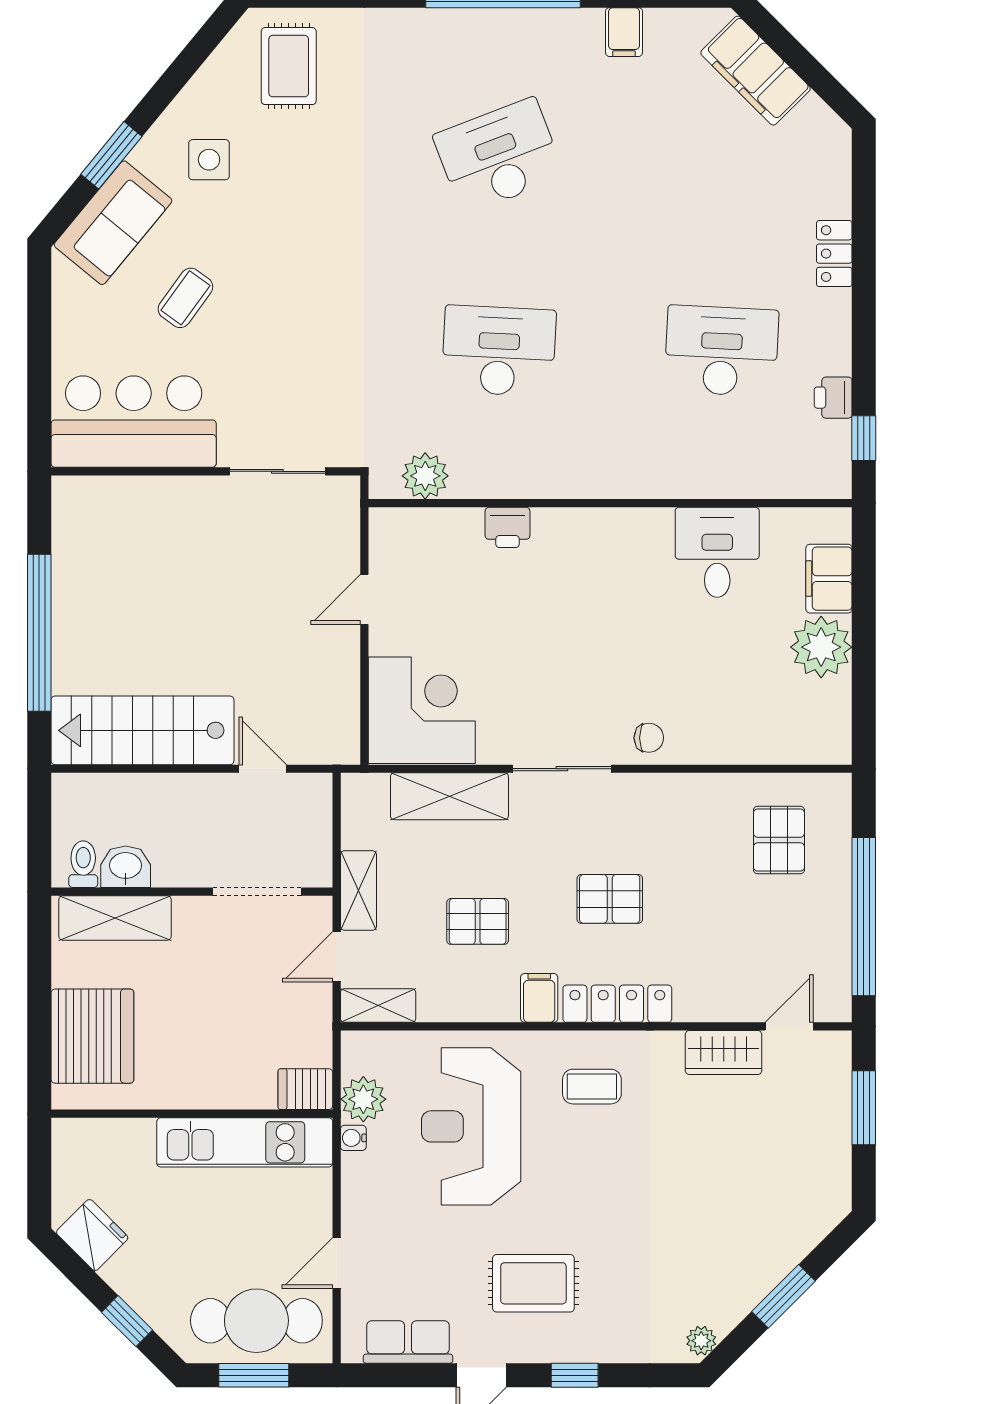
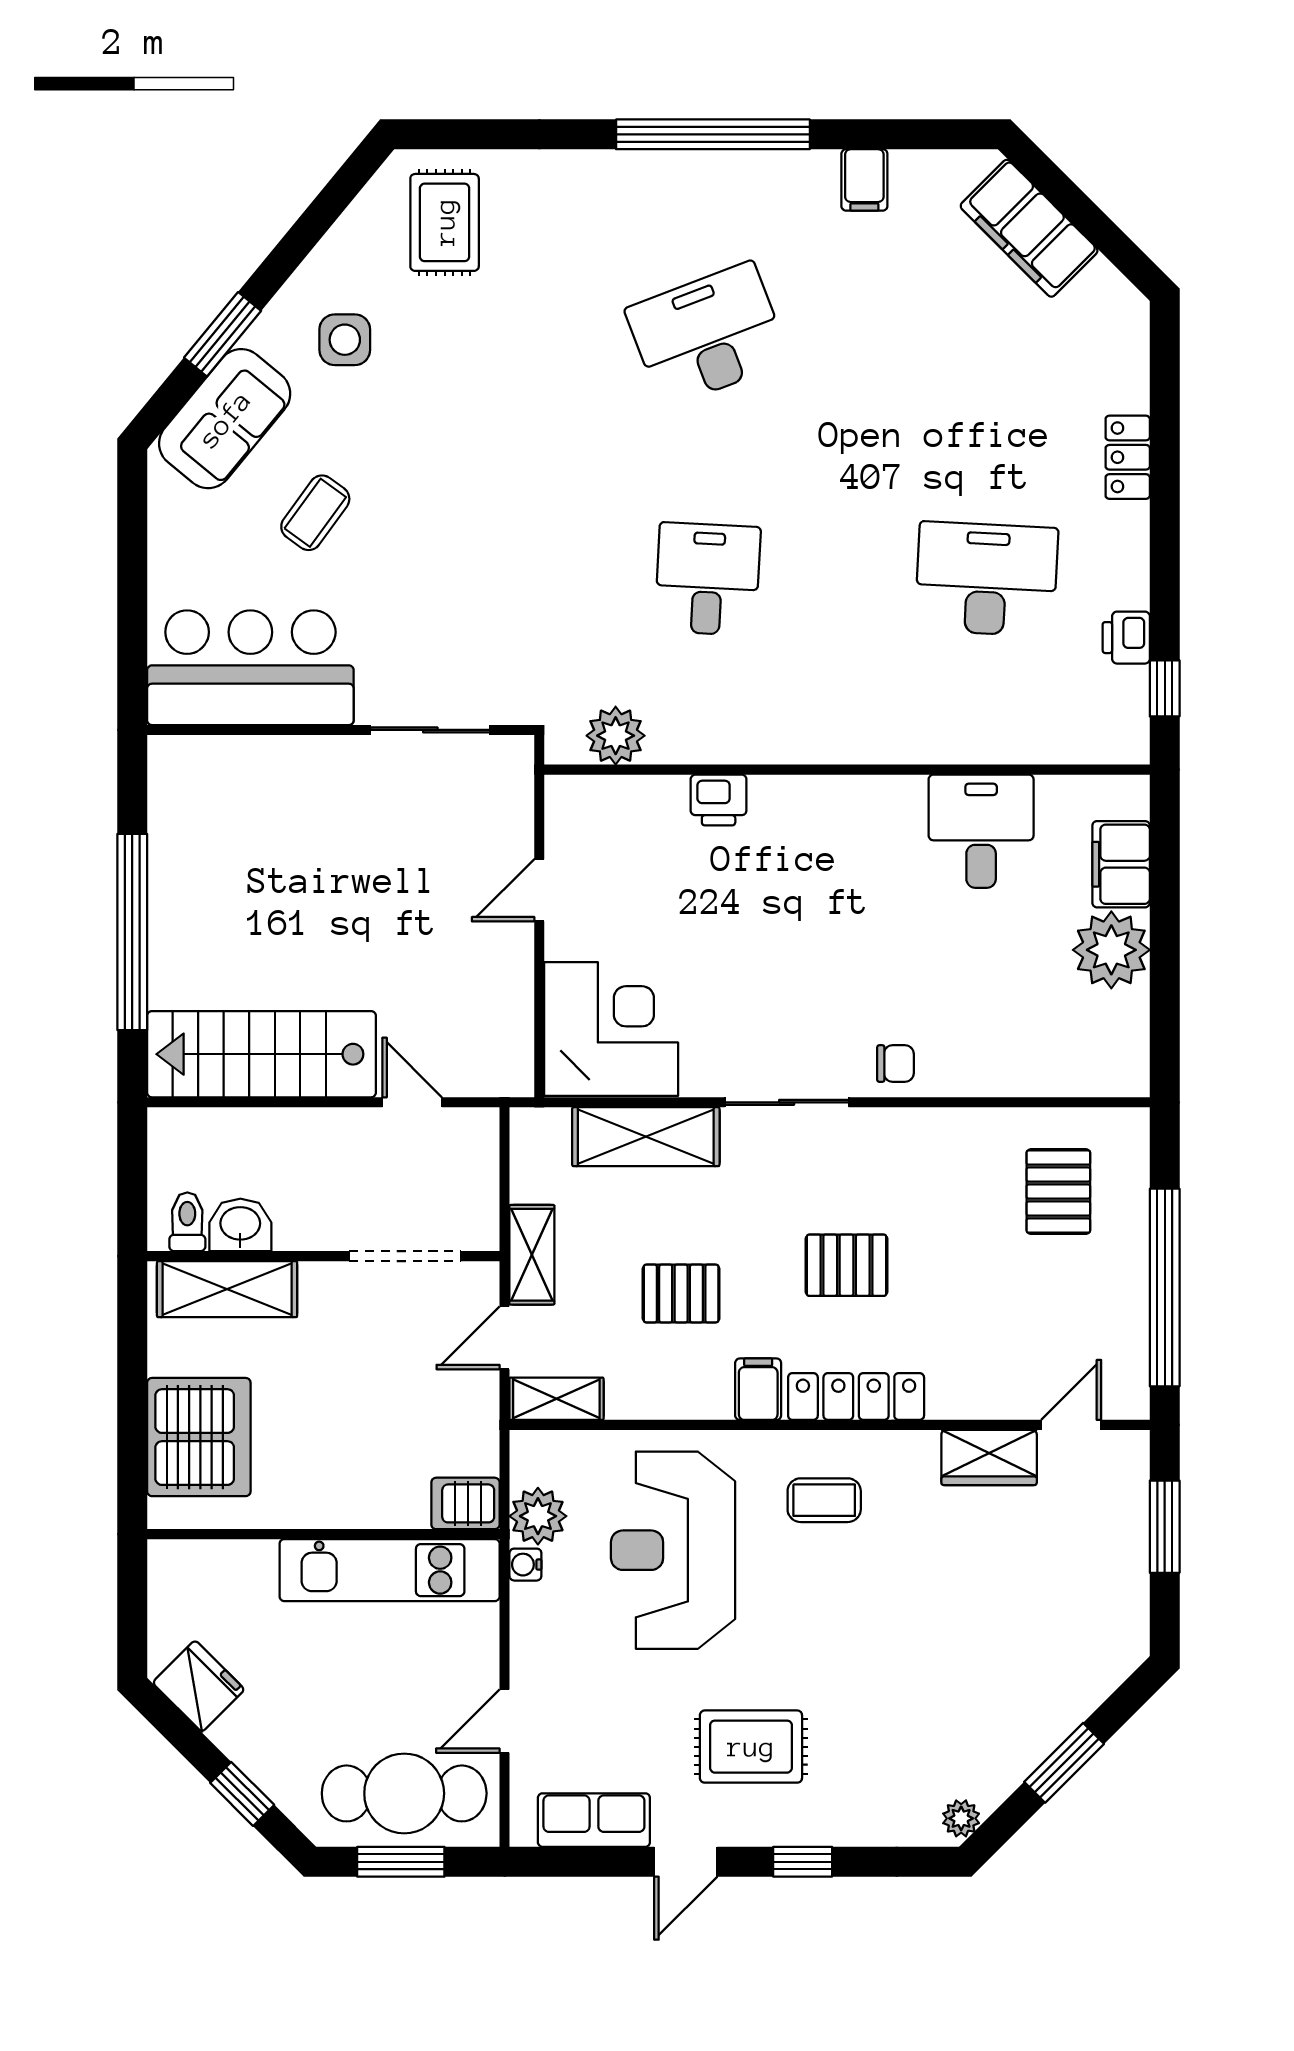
desk: (499, 351) -> (708, 579), width x0.73

